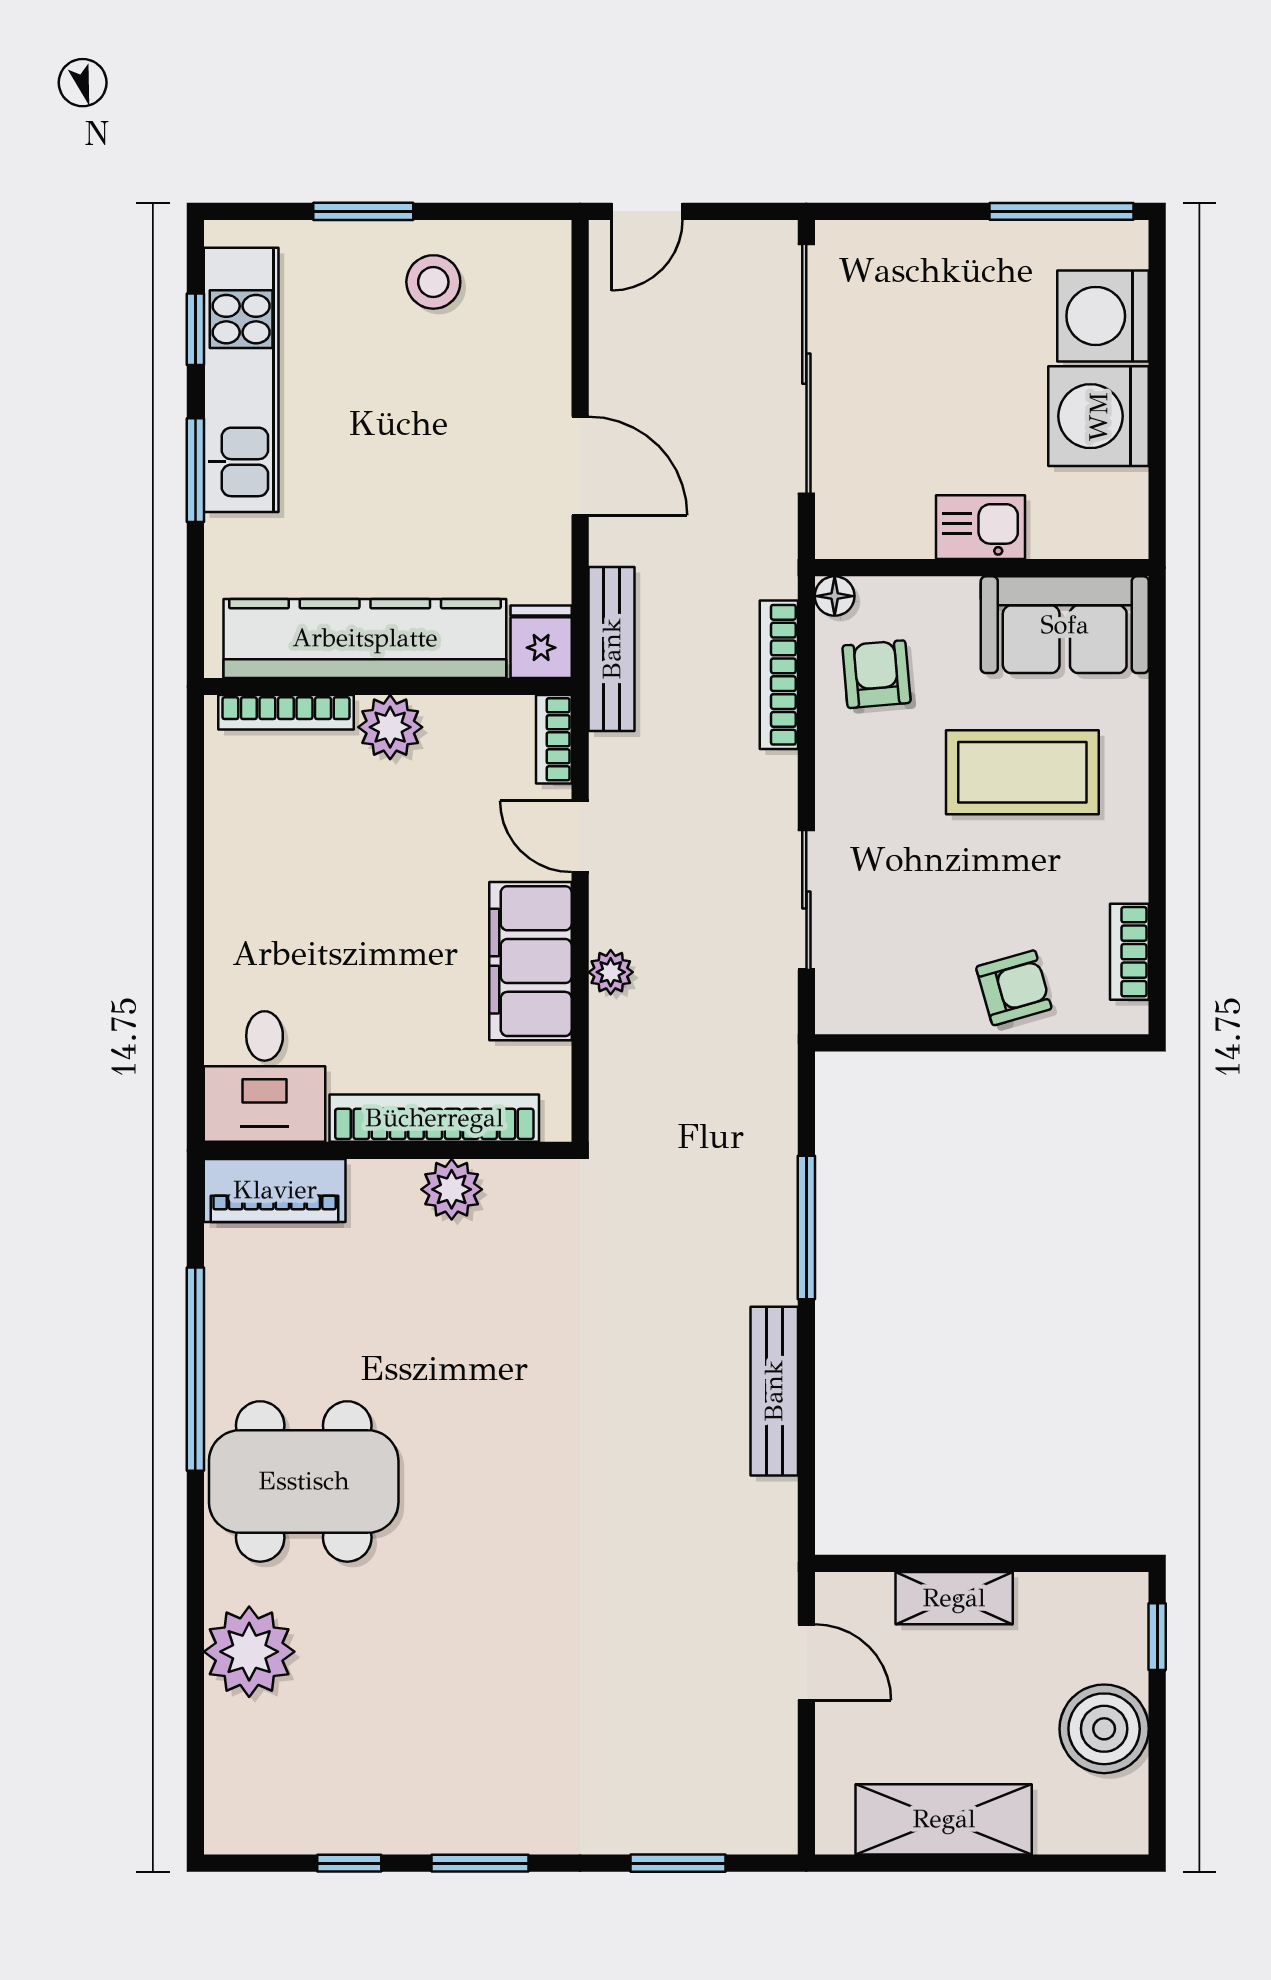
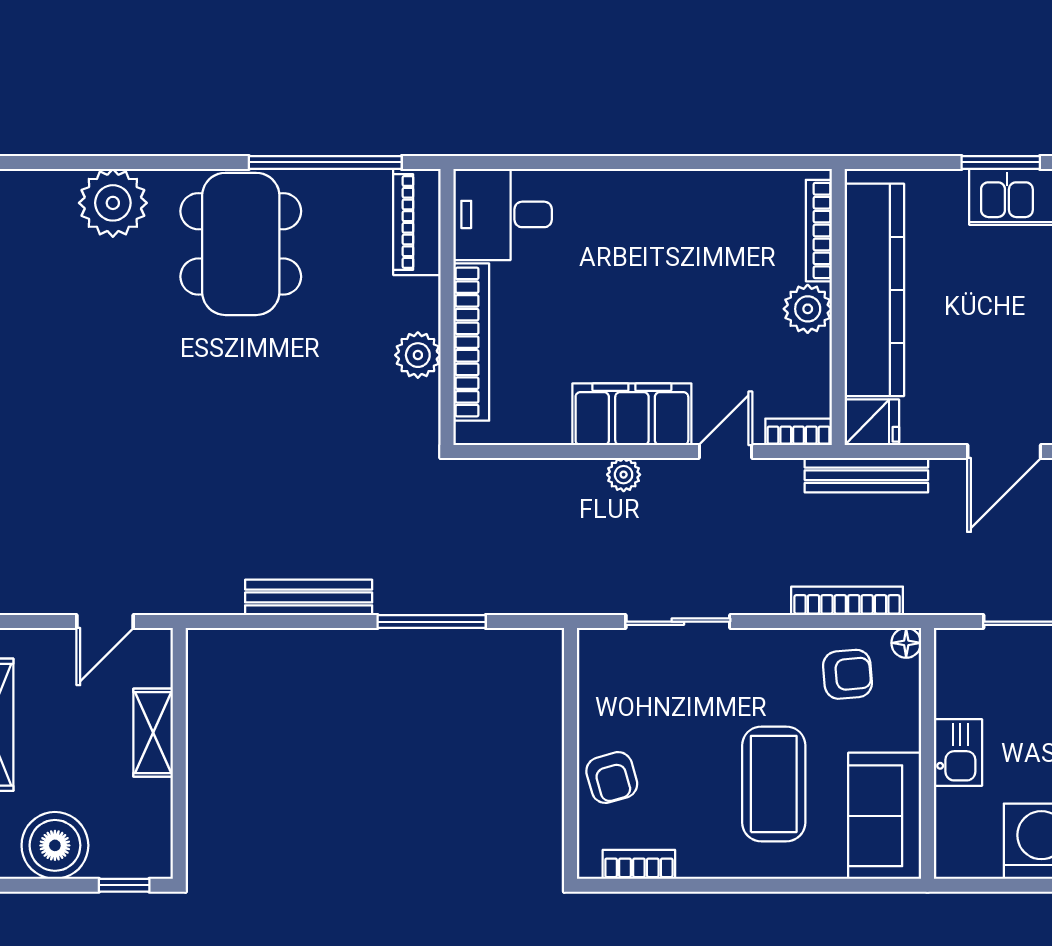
desk: (265, 1076) -> (503, 214), moved
bookcase: (434, 1118) -> (471, 342), moved
wall: (388, 1150) -> (447, 307), moved
plant: (452, 1189) -> (418, 355), moved
piano: (275, 1190) -> (417, 222), moved

